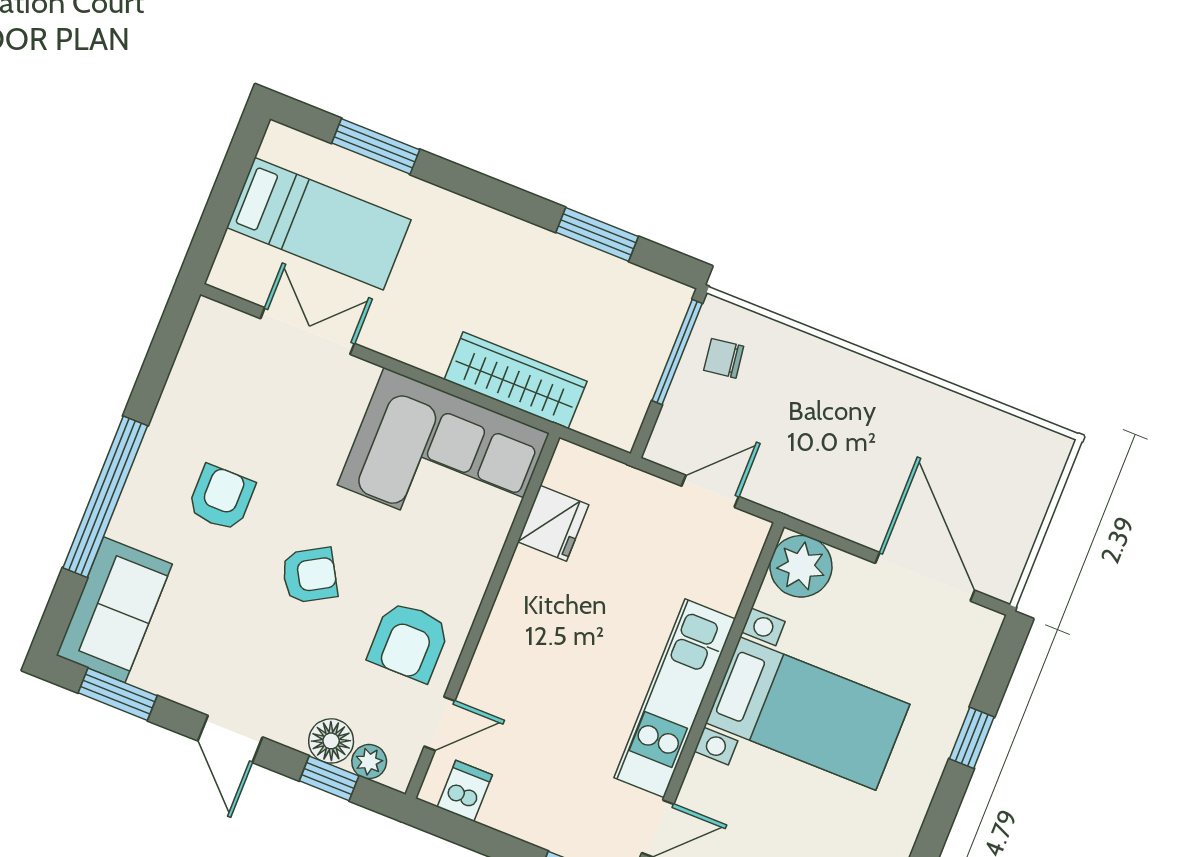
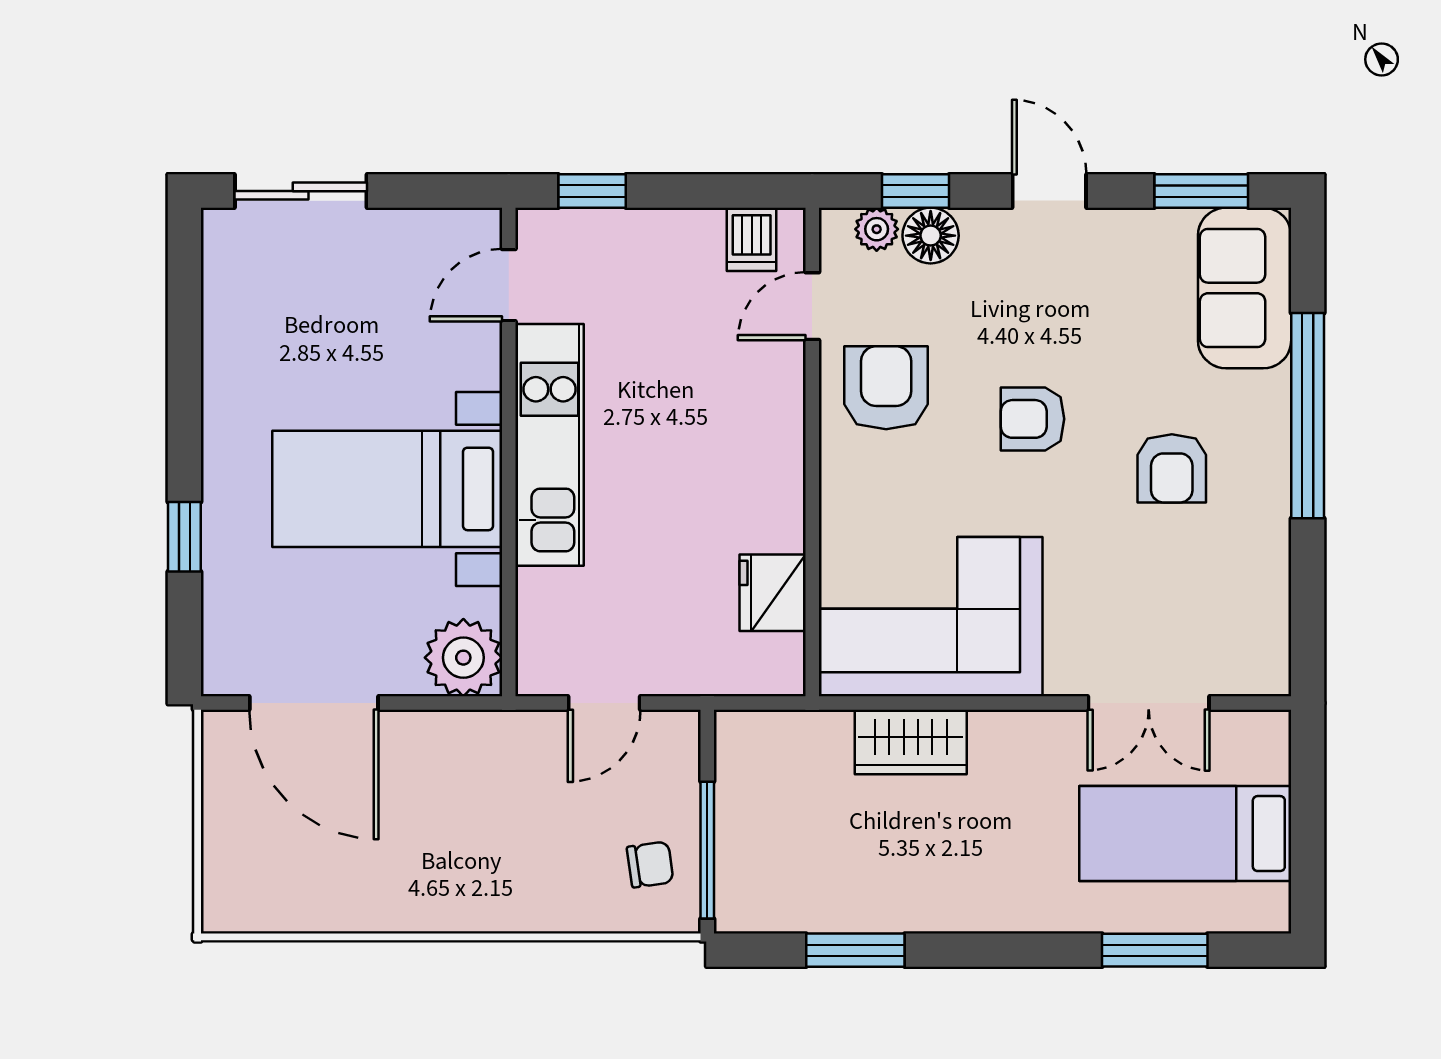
wardrobe: (516, 380) -> (911, 742), width x0.67
armchair: (310, 575) -> (1033, 419), turned 30

